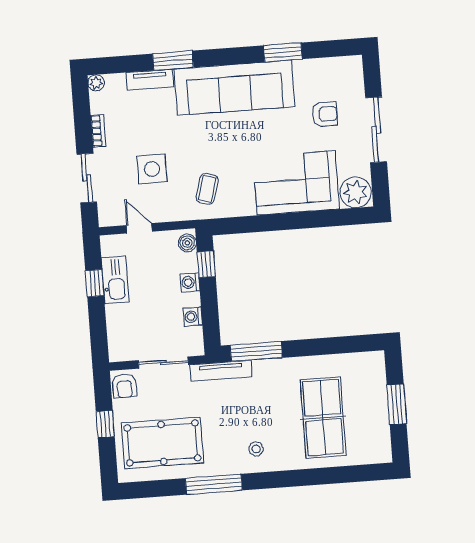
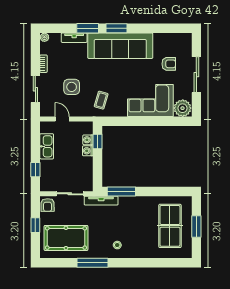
window: (283, 52) -> (116, 28), moved
boiler: (187, 243) -> (88, 129), removed
window: (95, 283) -> (35, 170), moved
washing machine: (193, 317) -> (88, 140), moved
table tennis table: (323, 418) -> (170, 226), moved

